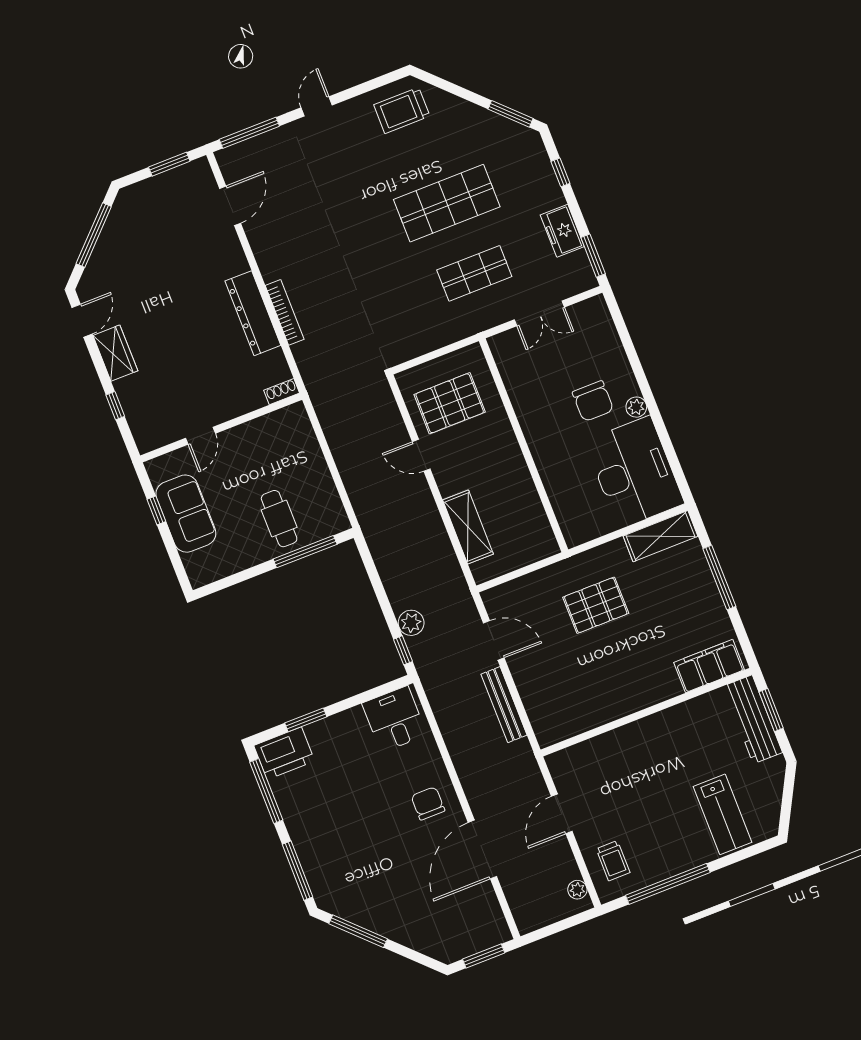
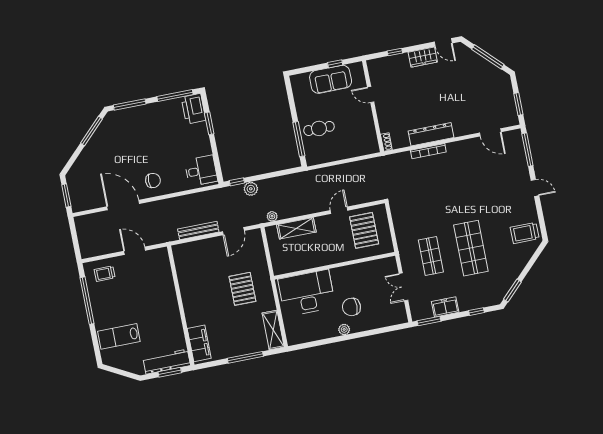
trolley: (402, 110) -> (525, 233), turned -90
desk: (634, 472) -> (307, 293), moved, turned 180
plant: (577, 890) -> (272, 216), moved

